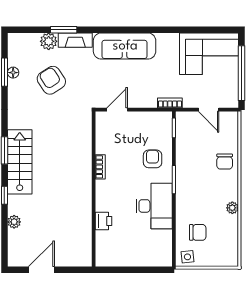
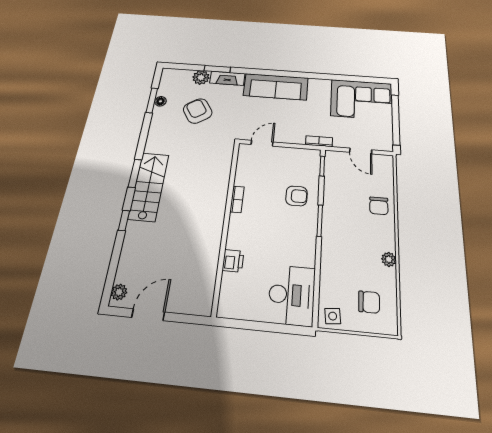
armchair: (153, 159) -> (297, 196), turned 90
desk: (154, 206) -> (292, 295), moved
plant: (14, 222) -> (119, 292), moved
chair: (198, 232) -> (369, 302), moved

